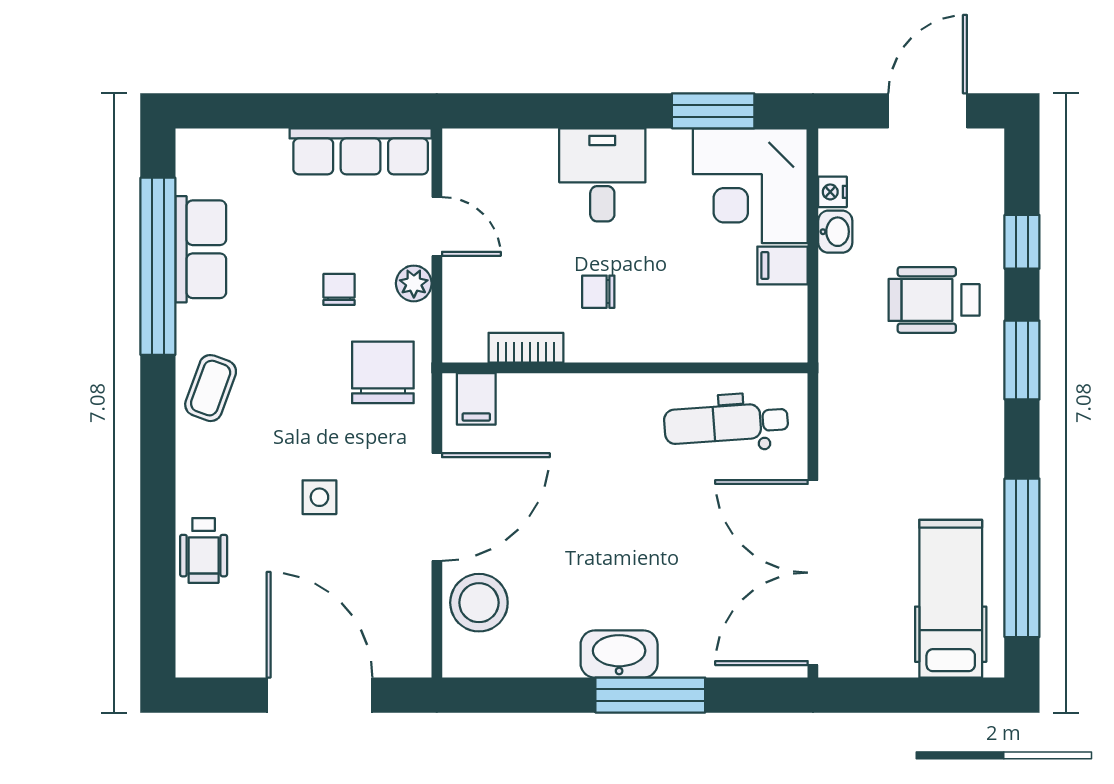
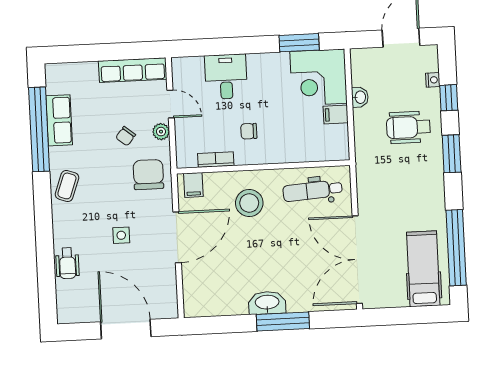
desk: (602, 175) -> (226, 77), moved
nightstand: (833, 192) -> (433, 80), moved, turned 180
chair: (339, 289) -> (126, 136), turned -141
stool: (479, 603) -> (249, 203), moved

